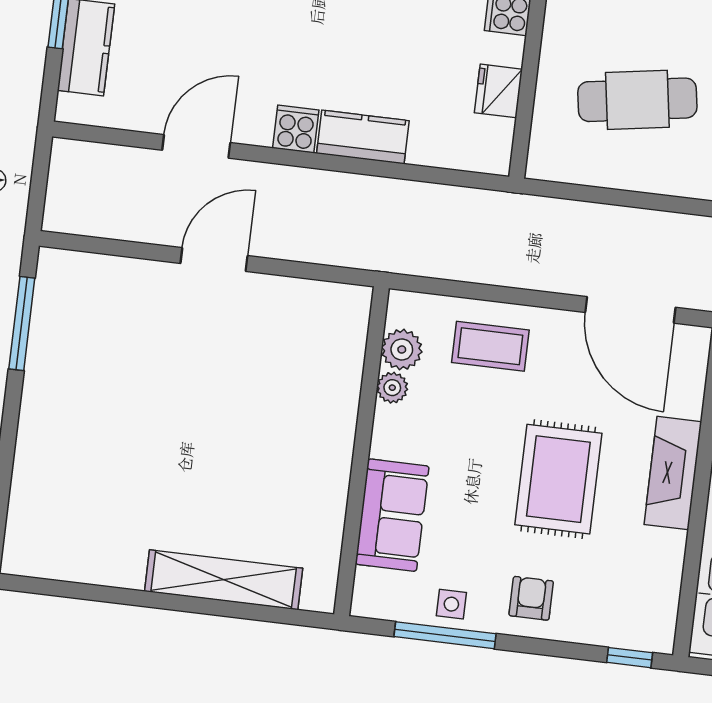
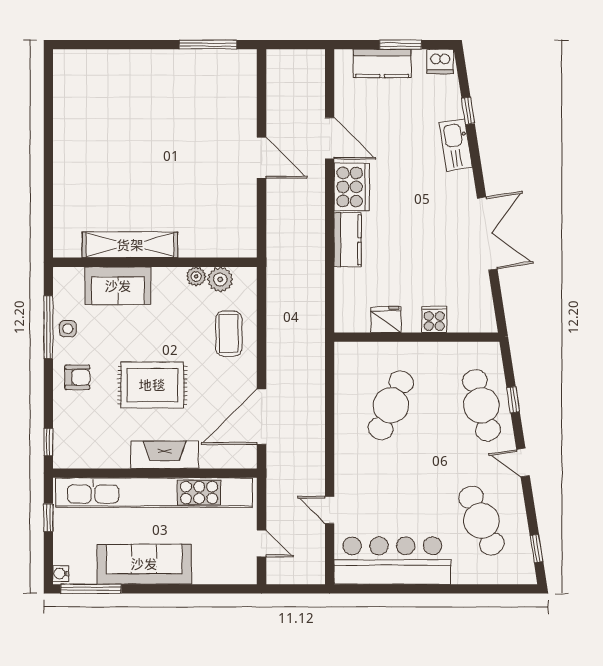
cafe table: (637, 100) -> (391, 405), turned 33
cooker: (296, 129) -> (352, 187), width x1.87, depth x1.31
shelving: (224, 580) -> (130, 245), moved, turned 90

